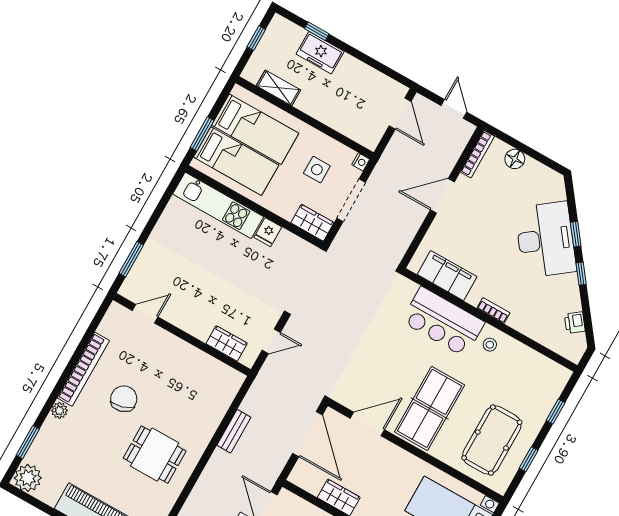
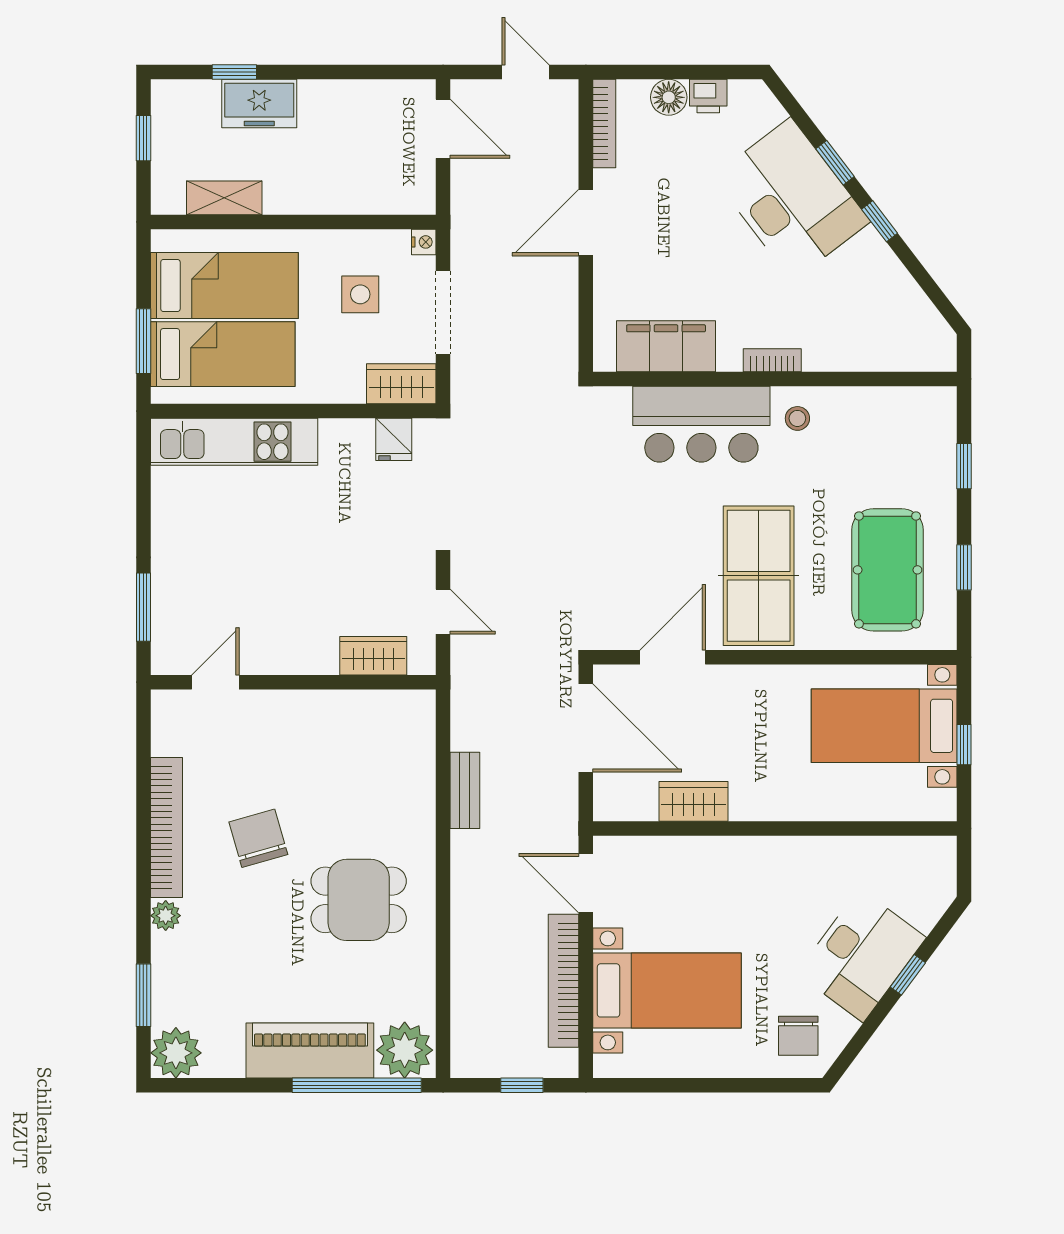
fridge: (268, 232) -> (394, 439), moved
printer: (575, 323) -> (708, 96), moved, turned -53
door: (271, 341) -> (443, 612), hinge flipped

